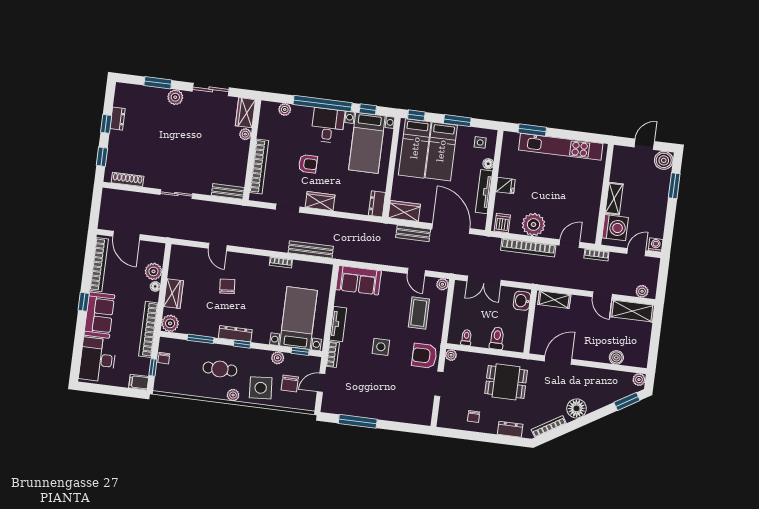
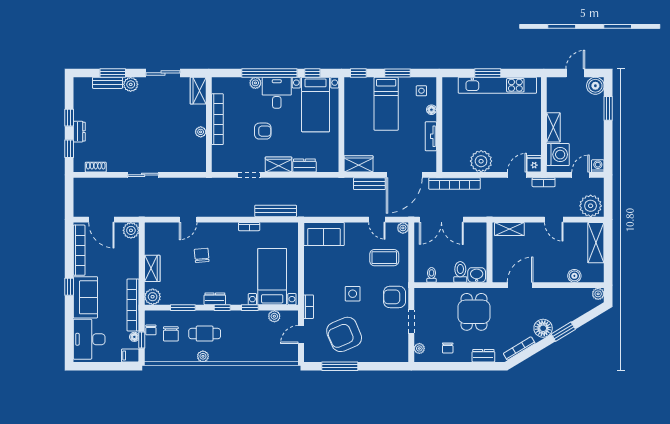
plant: (285, 109) -> (255, 83), moved
dresser: (118, 119) -> (79, 132), moved
window: (532, 130) -> (488, 73), moved
plant: (245, 134) -> (201, 132), moved
bed: (415, 148) -> (361, 104), removed
bookcase: (259, 166) -> (217, 119), moved
shoe rack: (127, 179) -> (96, 167), width x0.70
fridge: (506, 186) -> (534, 164), moved, turned -90
bench: (228, 191) -> (107, 83), moved
tv unit: (484, 192) -> (431, 136), width x0.71
dresser: (377, 204) -> (304, 166), moved, turned 90
dishwasher: (502, 223) -> (452, 164), removed
door: (451, 229) -> (404, 175), swing flipped
door: (218, 247) -> (188, 220), hinge flipped
bookcase: (528, 248) -> (454, 183), moved
plant: (153, 271) -> (131, 230), moved
double door: (484, 281) -> (441, 220), width x1.37
floor lamp: (155, 286) -> (134, 337), moved
plant: (642, 291) -> (591, 206), width x1.88, depth x1.88
washbasin: (522, 301) -> (477, 275), moved, turned 90
shelving: (632, 311) -> (596, 243), moved, turned 90
coffee table: (419, 313) -> (384, 258), turned 90
tv unit: (338, 324) -> (310, 277), removed
dresser: (235, 334) -> (215, 299), width x0.70
window: (300, 351) -> (250, 308), moved
plant: (451, 355) -> (419, 348), moved
plant: (278, 358) -> (274, 316), moved
dining table: (506, 382) -> (474, 312), turned 90
chair: (290, 384) -> (171, 334), moved
side table: (261, 388) -> (245, 346), removed
armchair: (366, 388) -> (344, 334), added
plant: (233, 395) -> (203, 356), moved
window: (627, 401) -> (563, 332), moved

